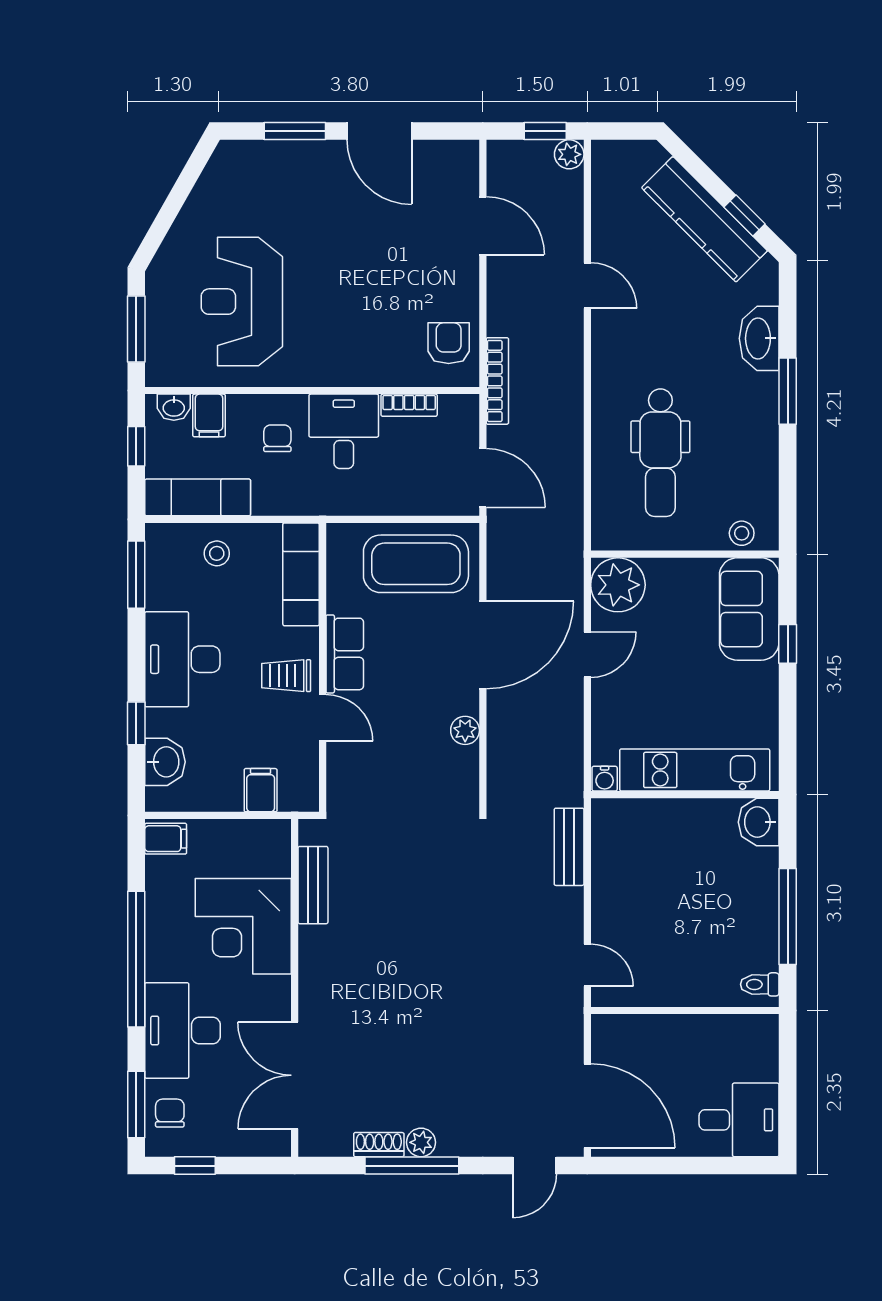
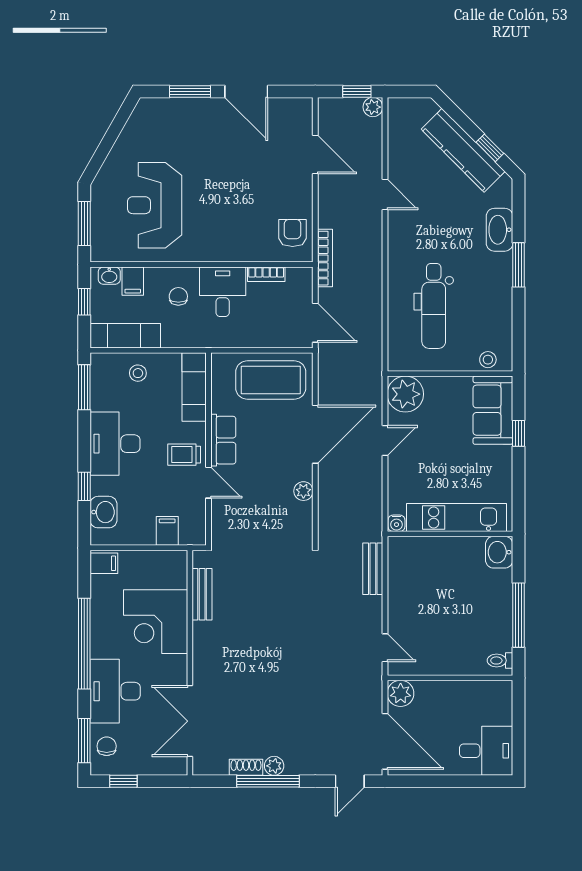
plant: (611, 1034) -> (401, 693), added

